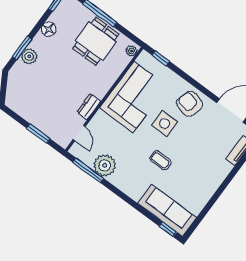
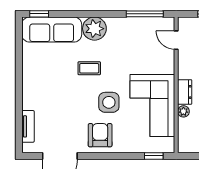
plant: (131, 51) -> (183, 111), moved
armchair: (190, 104) -> (100, 135), turned -105
dresser: (89, 107) -> (185, 92), moved
plant: (105, 165) -> (94, 29), moved

